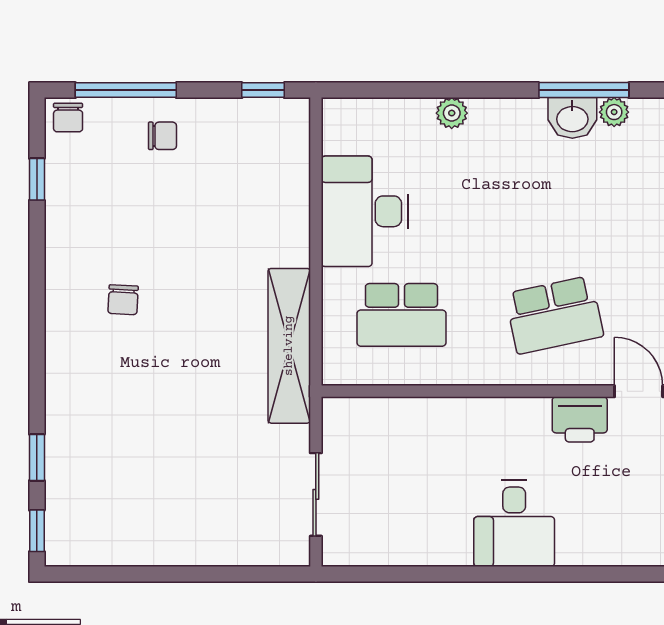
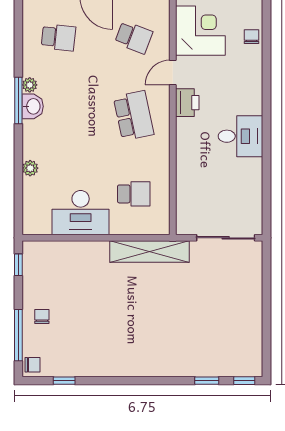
chair: (123, 300) -> (126, 337), removed
school desk: (401, 315) -> (134, 194), width x0.54
sliding door: (316, 494) -> (226, 238), width x1.37

